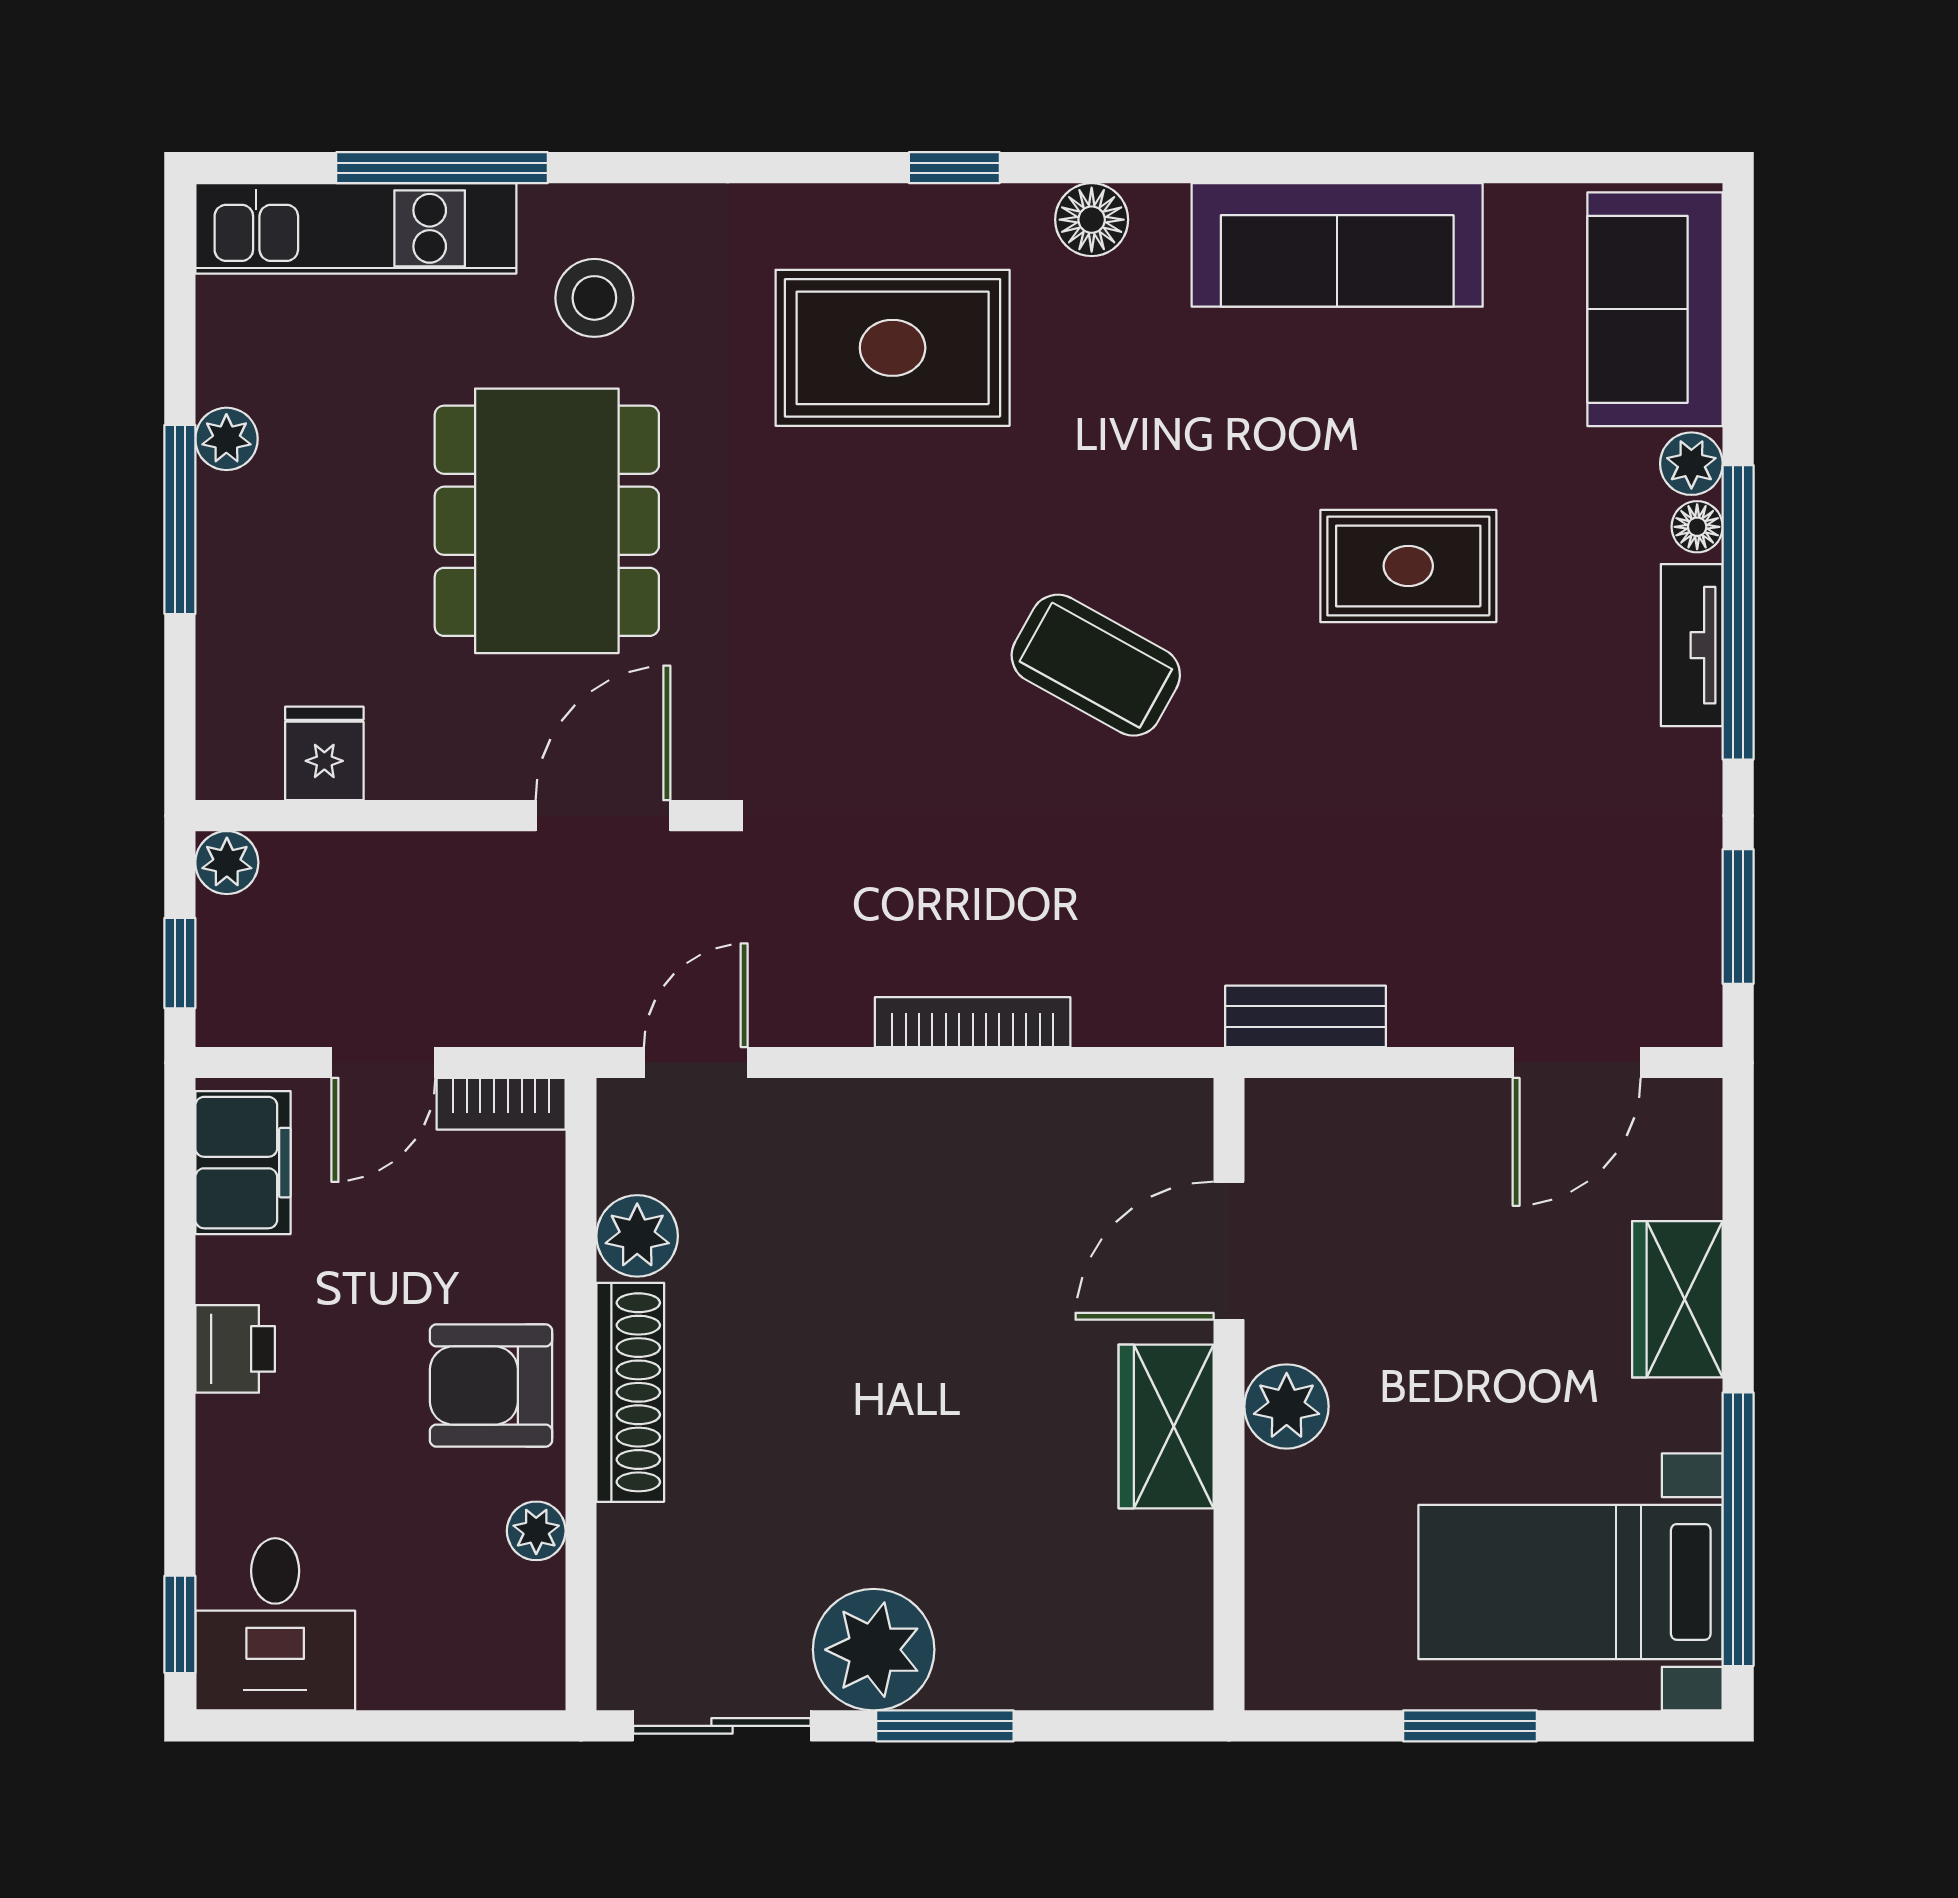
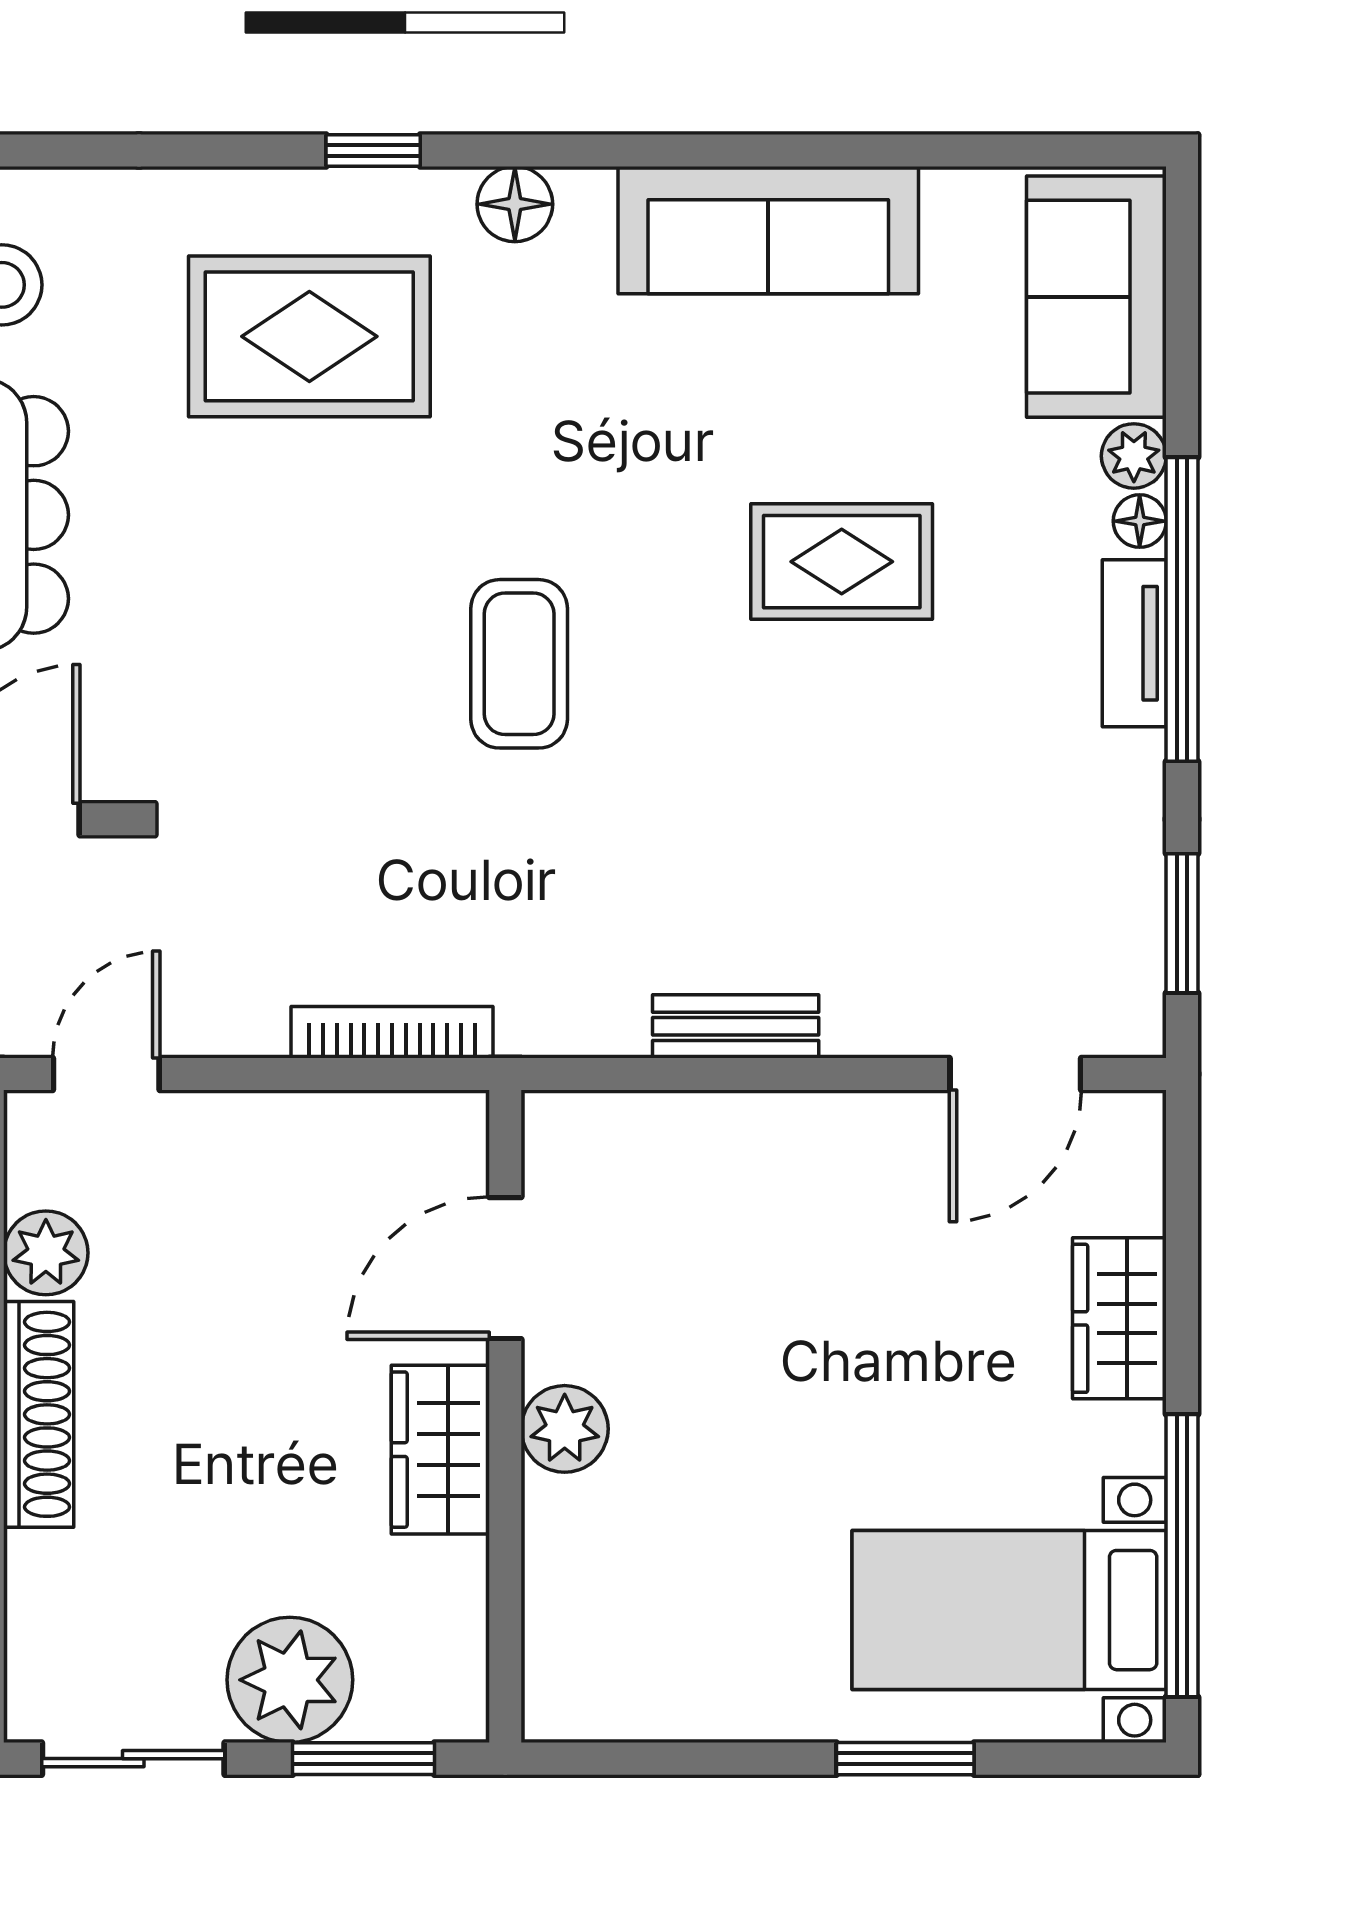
coffee table: (1096, 665) -> (519, 664), turned 61
door: (1229, 1251) -> (505, 1268), moved
wall: (1229, 1394) -> (505, 1416), moved
plant: (1287, 1406) -> (565, 1429), moved
wardrobe: (1166, 1426) -> (440, 1450), moved

